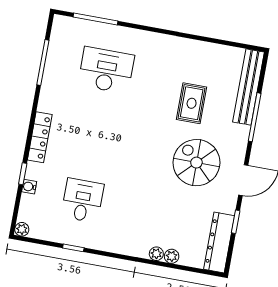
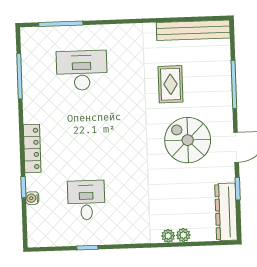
bench: (248, 87) -> (193, 30), moved, turned 90
plant: (22, 229) -> (34, 241), removed

